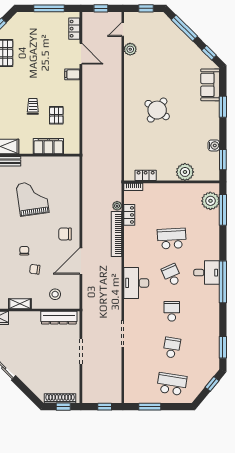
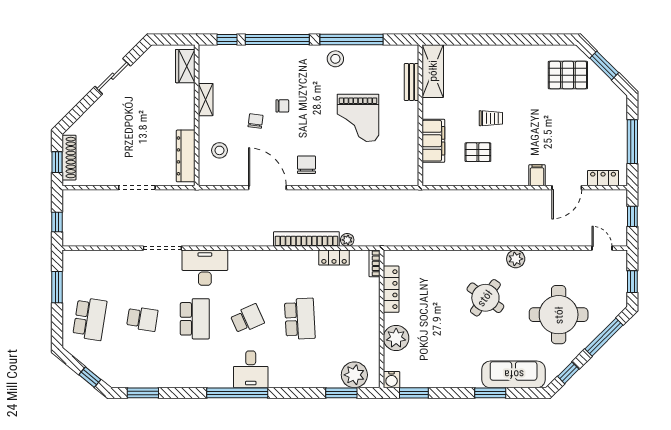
plant: (130, 49) -> (516, 259), moved
round table: (169, 59) -> (559, 315), added
sofa: (210, 85) -> (514, 374), width x1.36
water cooler: (214, 145) -> (392, 380), moved
locker: (146, 175) -> (391, 289), width x1.53
grand piano: (33, 198) -> (358, 118), turned 98
window: (223, 210) -> (341, 393), width x0.69
desk: (136, 283) -> (205, 268), moved
school desk: (172, 311) -> (195, 319), width x1.85

